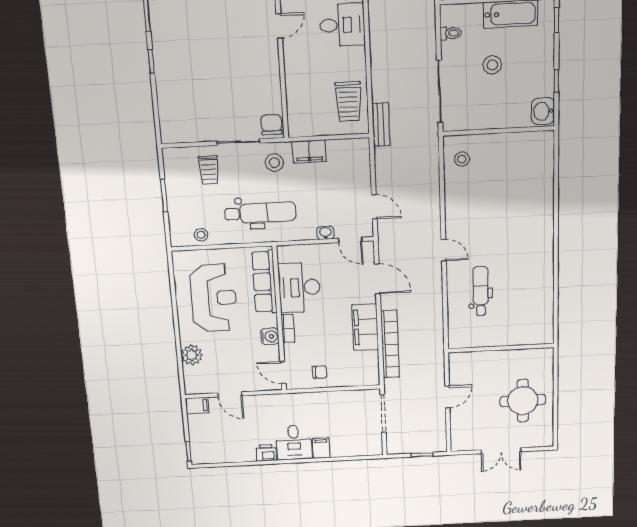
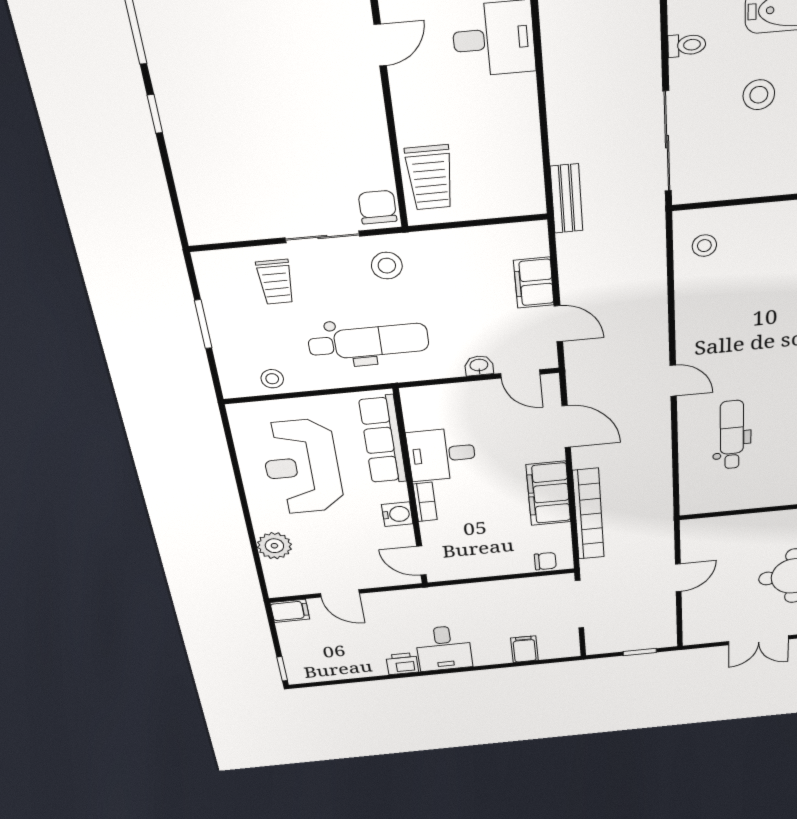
trolley: (348, 102) -> (430, 178), moved
filing cabinet: (309, 151) -> (534, 283), moved, turned 90
desk: (299, 288) -> (442, 454), width x0.73
reception desk: (214, 298) -> (302, 467), turned 180
chair: (320, 372) -> (545, 561), moved
filing cabinet: (321, 448) -> (524, 649), moved

